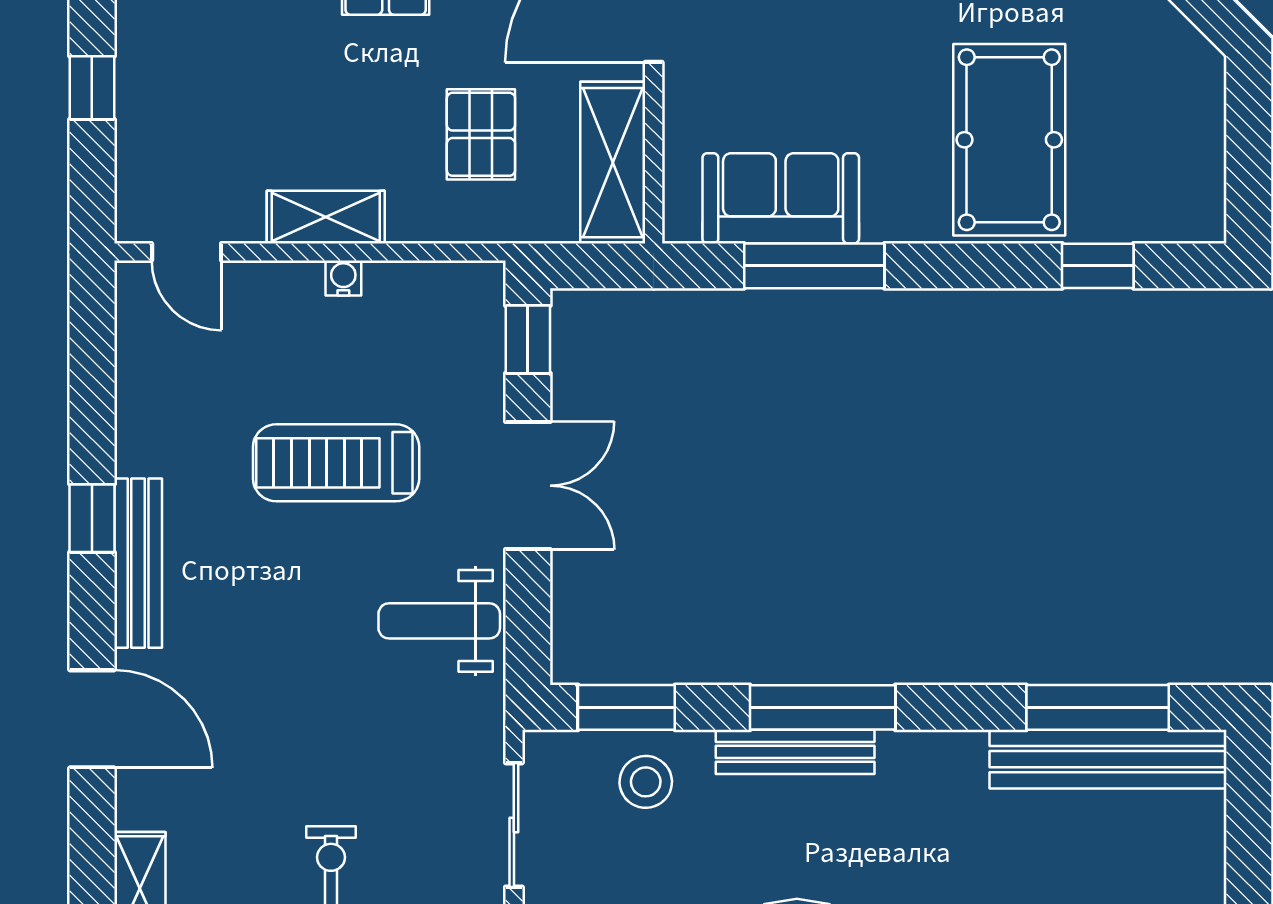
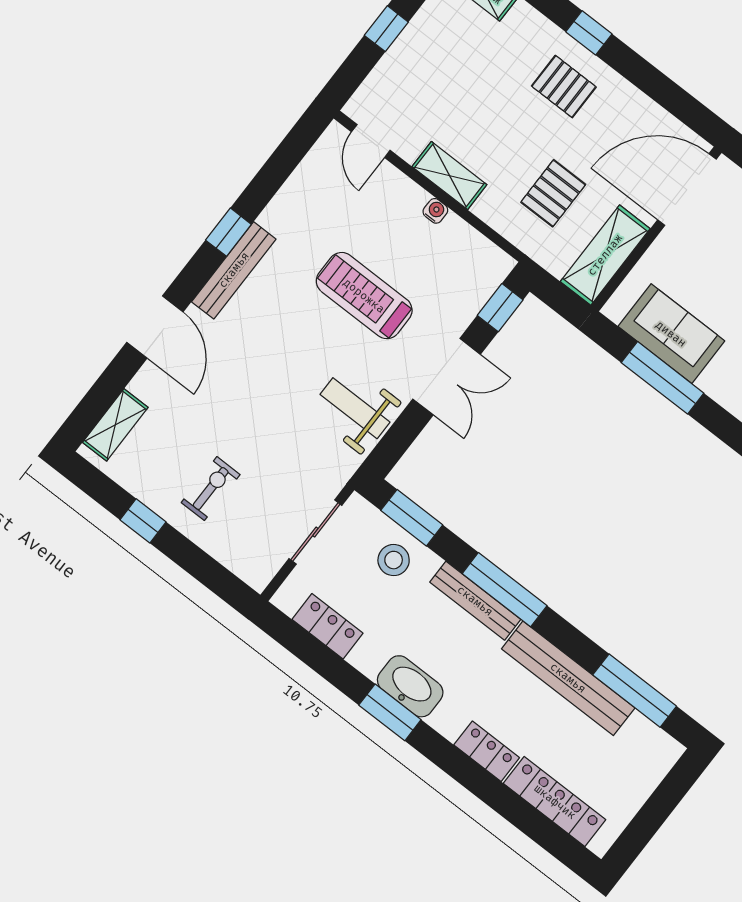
bench: (1108, 759) -> (568, 678), moved

